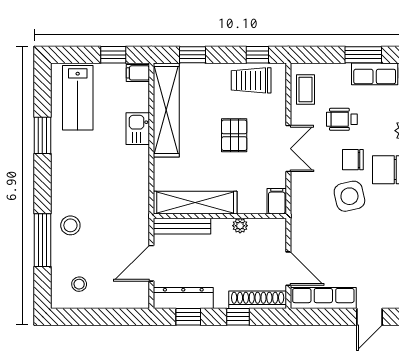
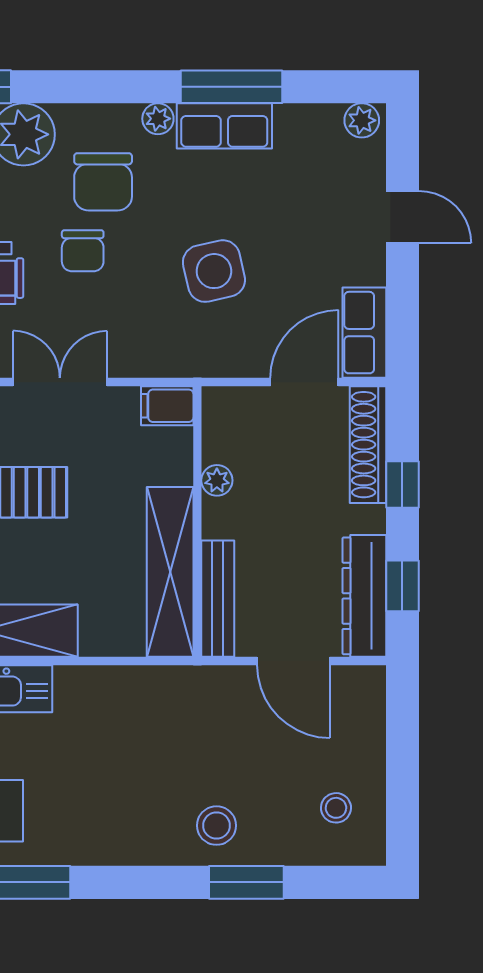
side table: (349, 196) -> (214, 271), moved
window: (42, 240) -> (246, 882), width x0.69
row of seats: (323, 298) -> (364, 333), width x0.68

